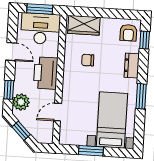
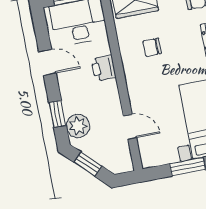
printer: (46, 73) -> (104, 68), width x0.53, depth x0.68
door: (58, 112) -> (130, 127), swing flipped

